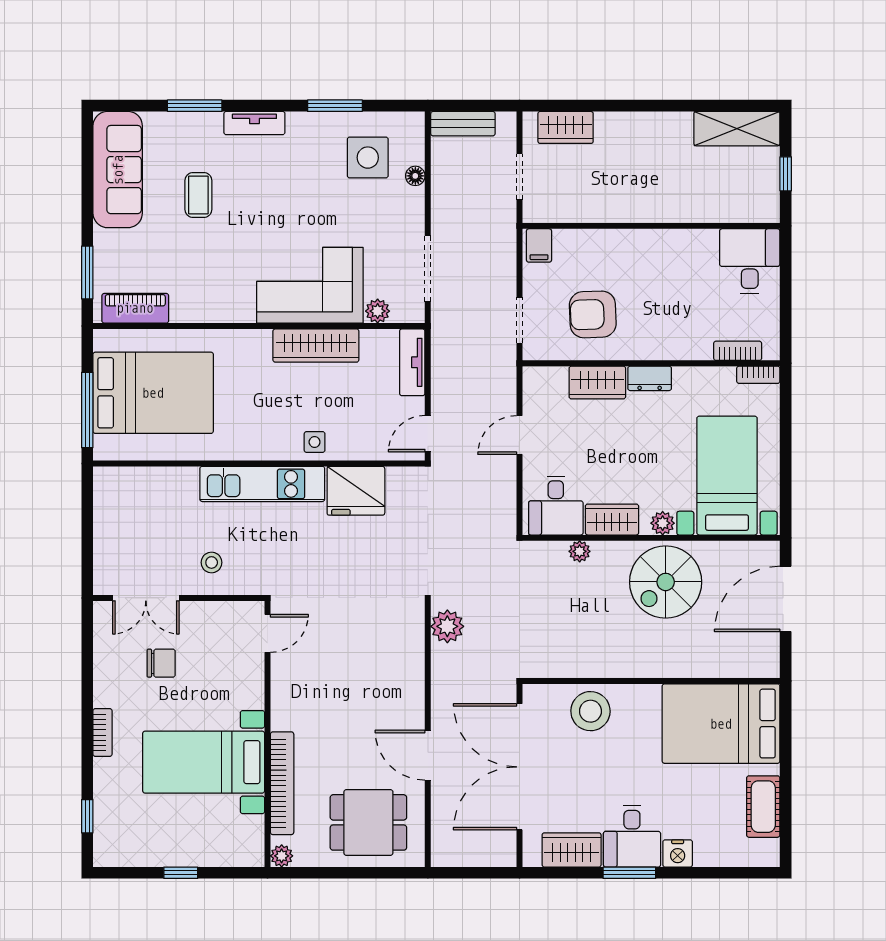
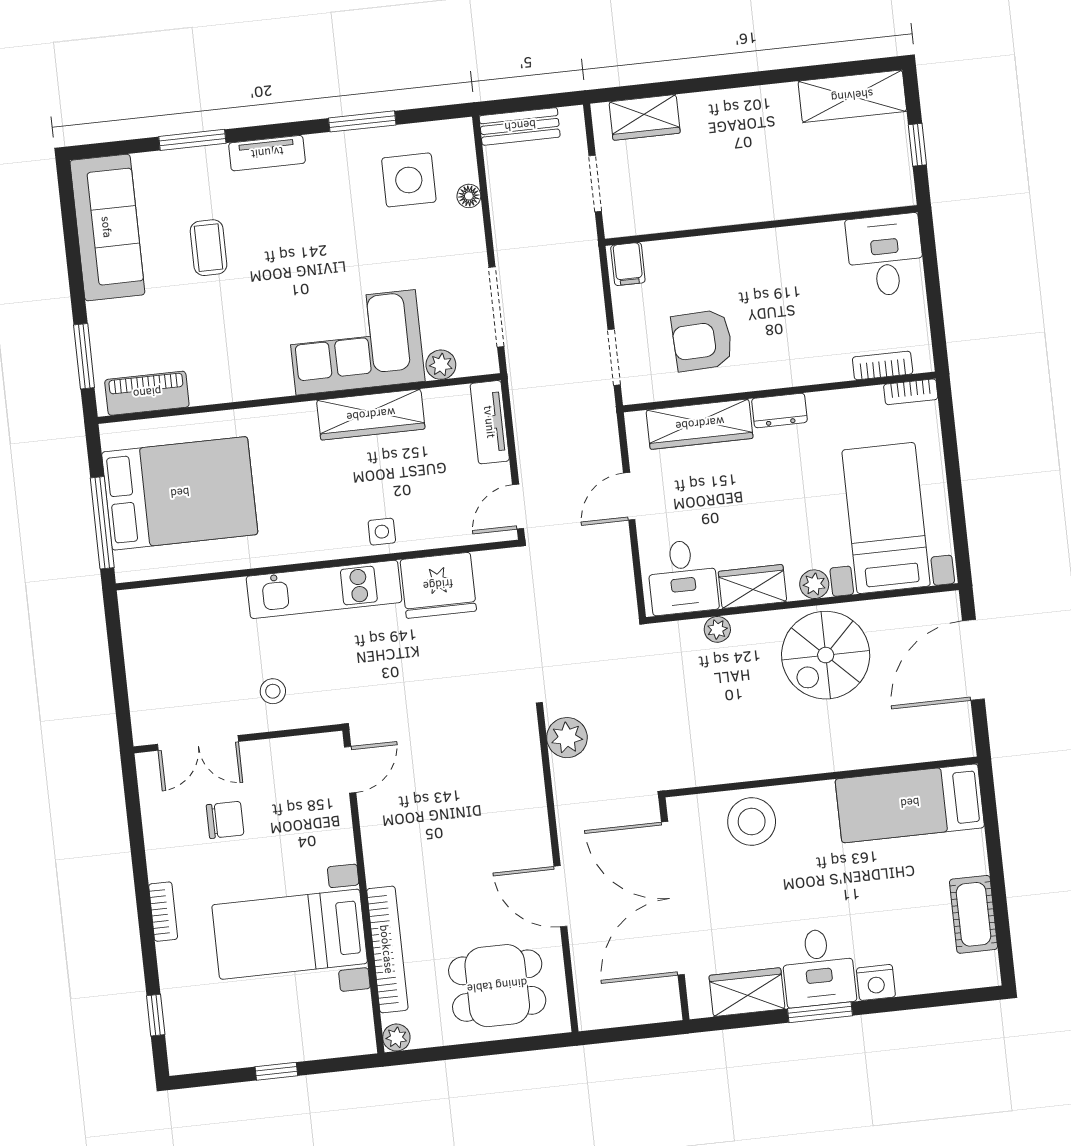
wardrobe: (597, 383) -> (700, 424), width x1.50
bed: (721, 724) -> (910, 803), width x0.67

